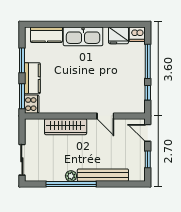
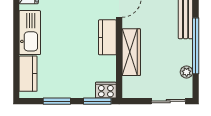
kitchen counter: (32, 78) -> (107, 37), moved, turned -90
plant: (71, 176) -> (187, 72), moved

